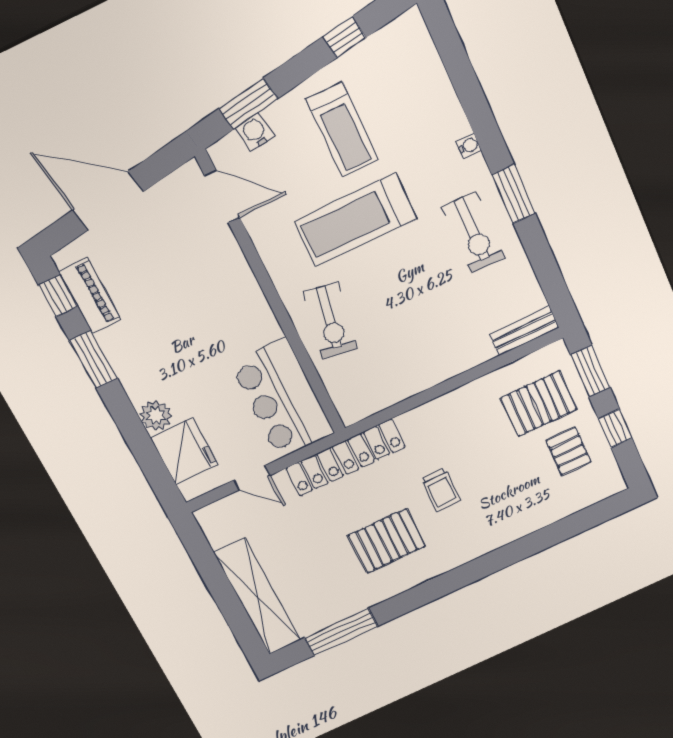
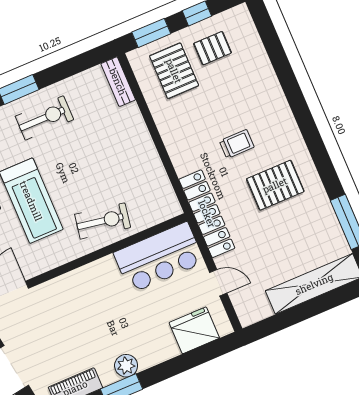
plant: (156, 415) -> (126, 366), moved
door: (252, 478) -> (218, 283), hinge flipped
pallet: (387, 541) -> (275, 185), turned 90

